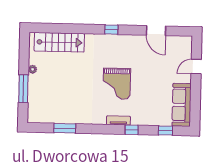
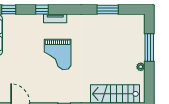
grand piano: (117, 84) -> (58, 54), turned 180

